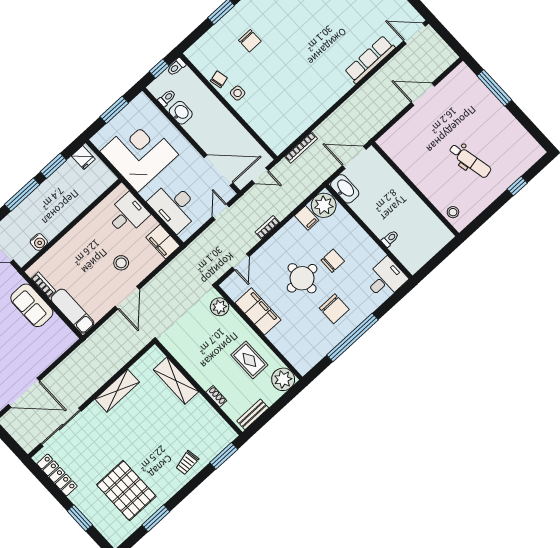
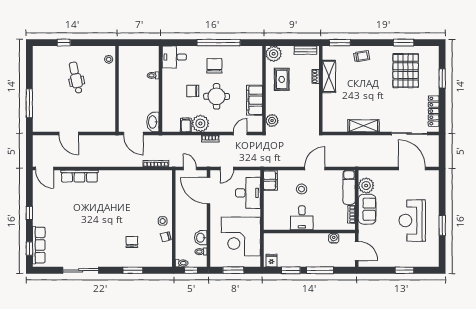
plant: (324, 205) -> (200, 123), moved
desk: (127, 214) -> (302, 218), moved, turned -90
plant: (56, 330) -> (366, 186), added
shelving: (176, 381) -> (329, 76), moved

